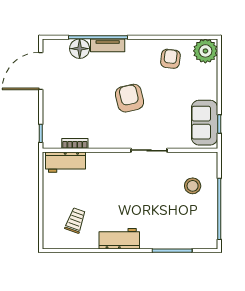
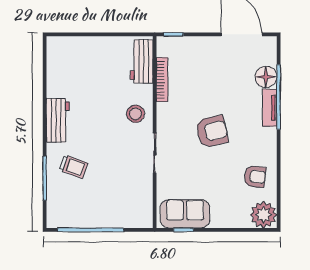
bookcase: (75, 144) -> (162, 80), width x1.56
stool: (193, 186) -> (136, 114), moved
trolley: (75, 220) -> (74, 167), moved

